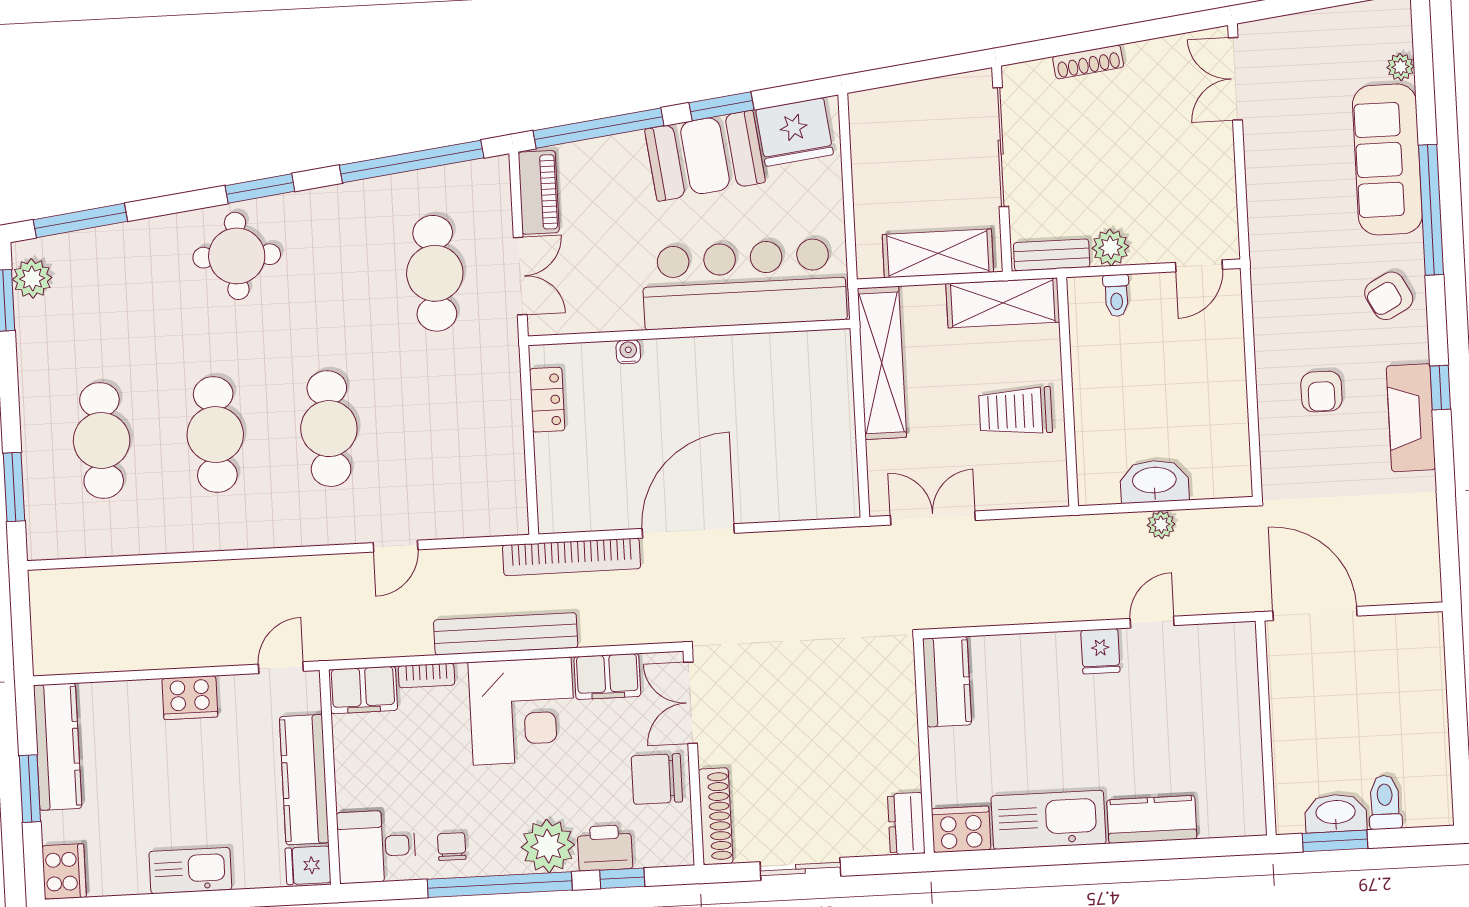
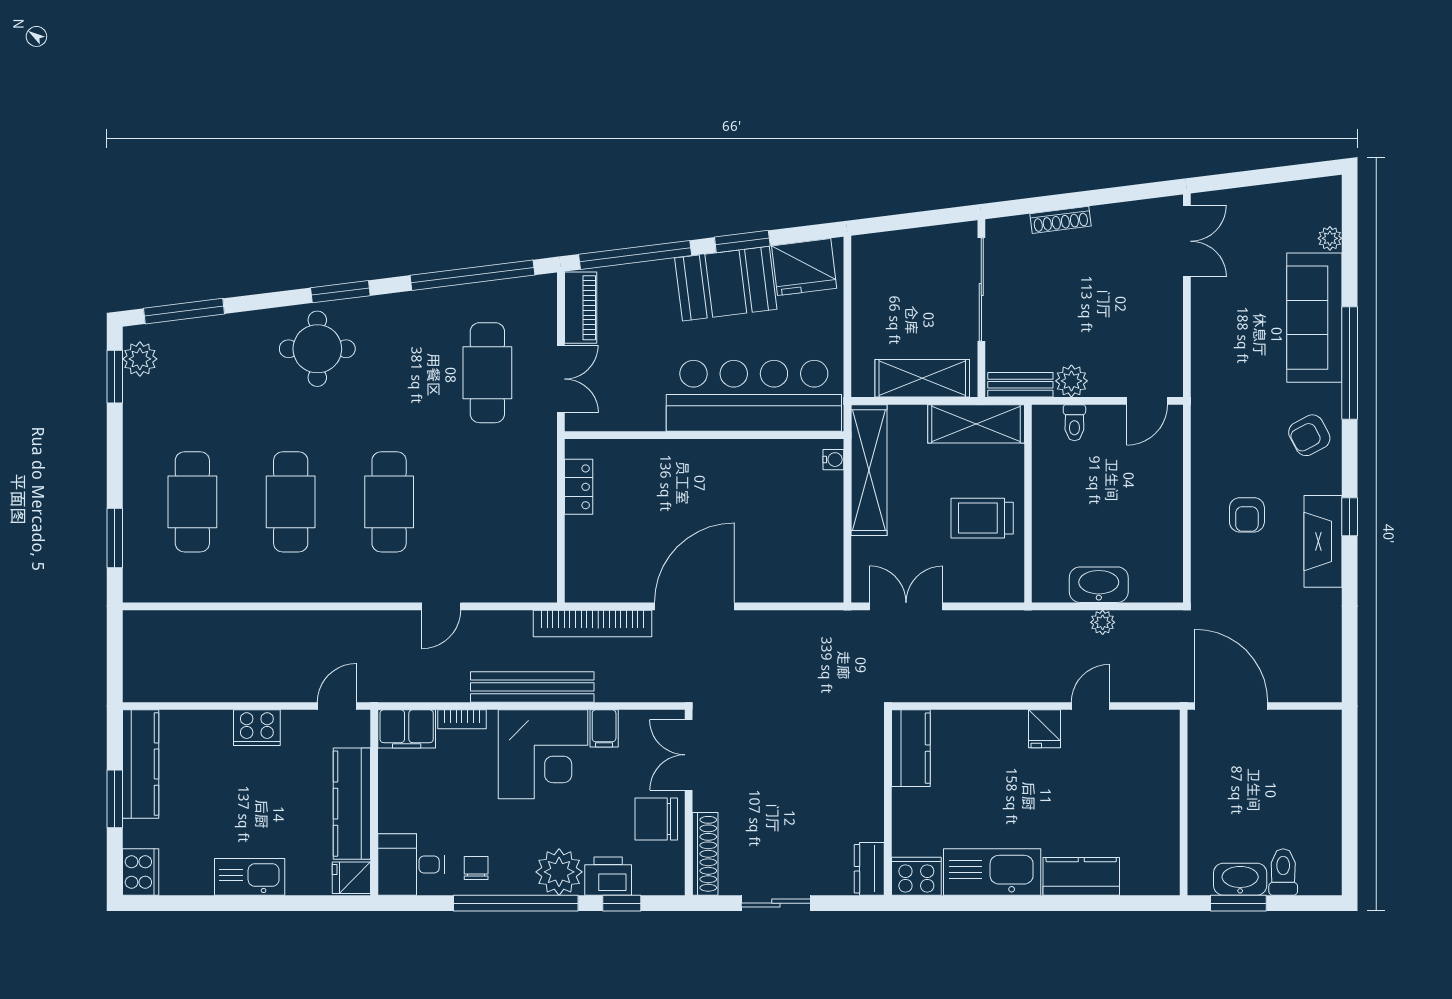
double door: (1235, 79) -> (1187, 241), swing flipped
water cooler: (628, 352) -> (833, 460), moved, turned 90
filing cabinet: (607, 677) -> (604, 728), width x0.50

